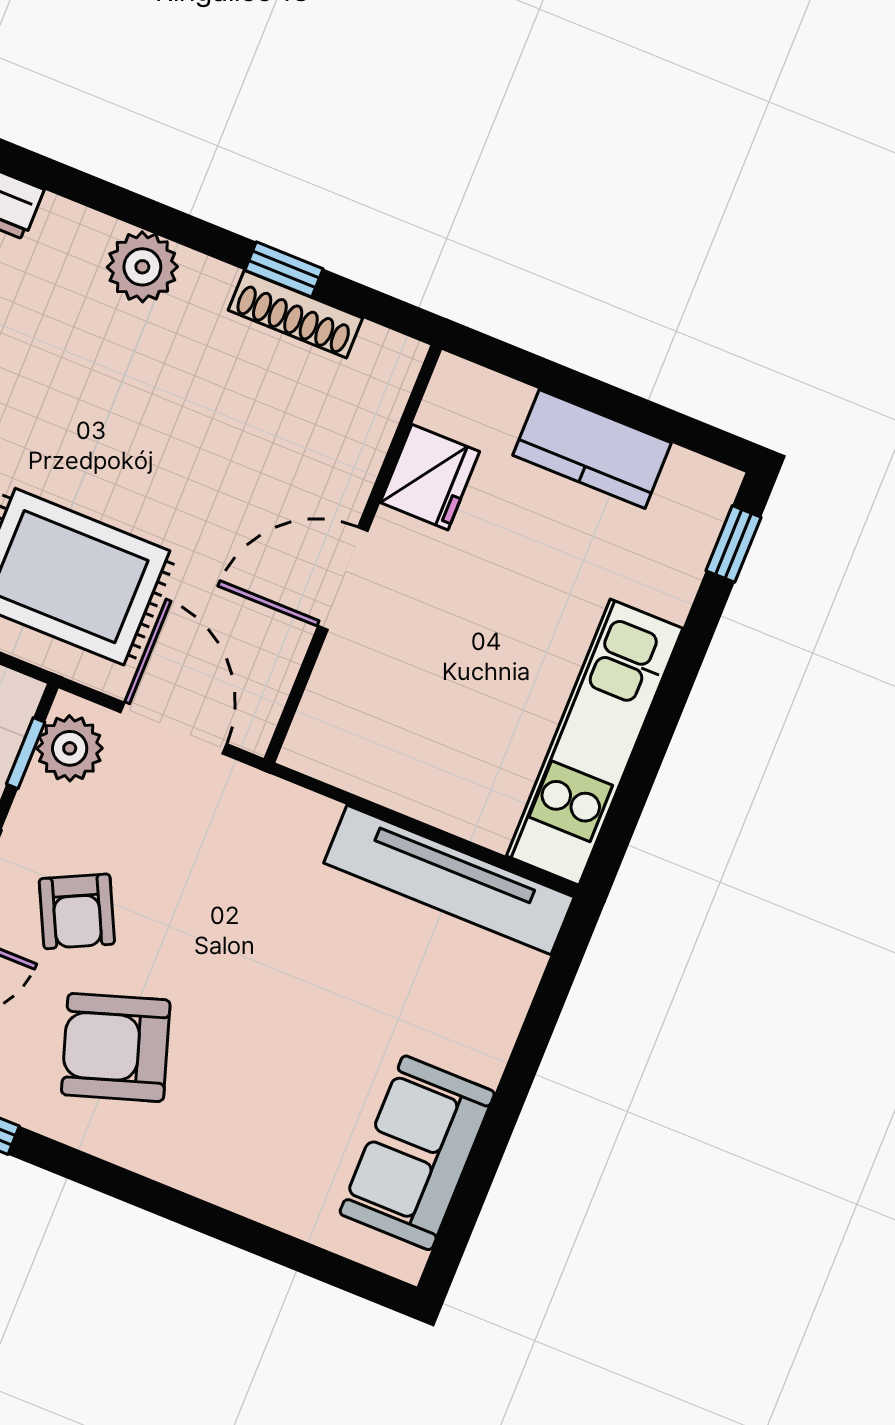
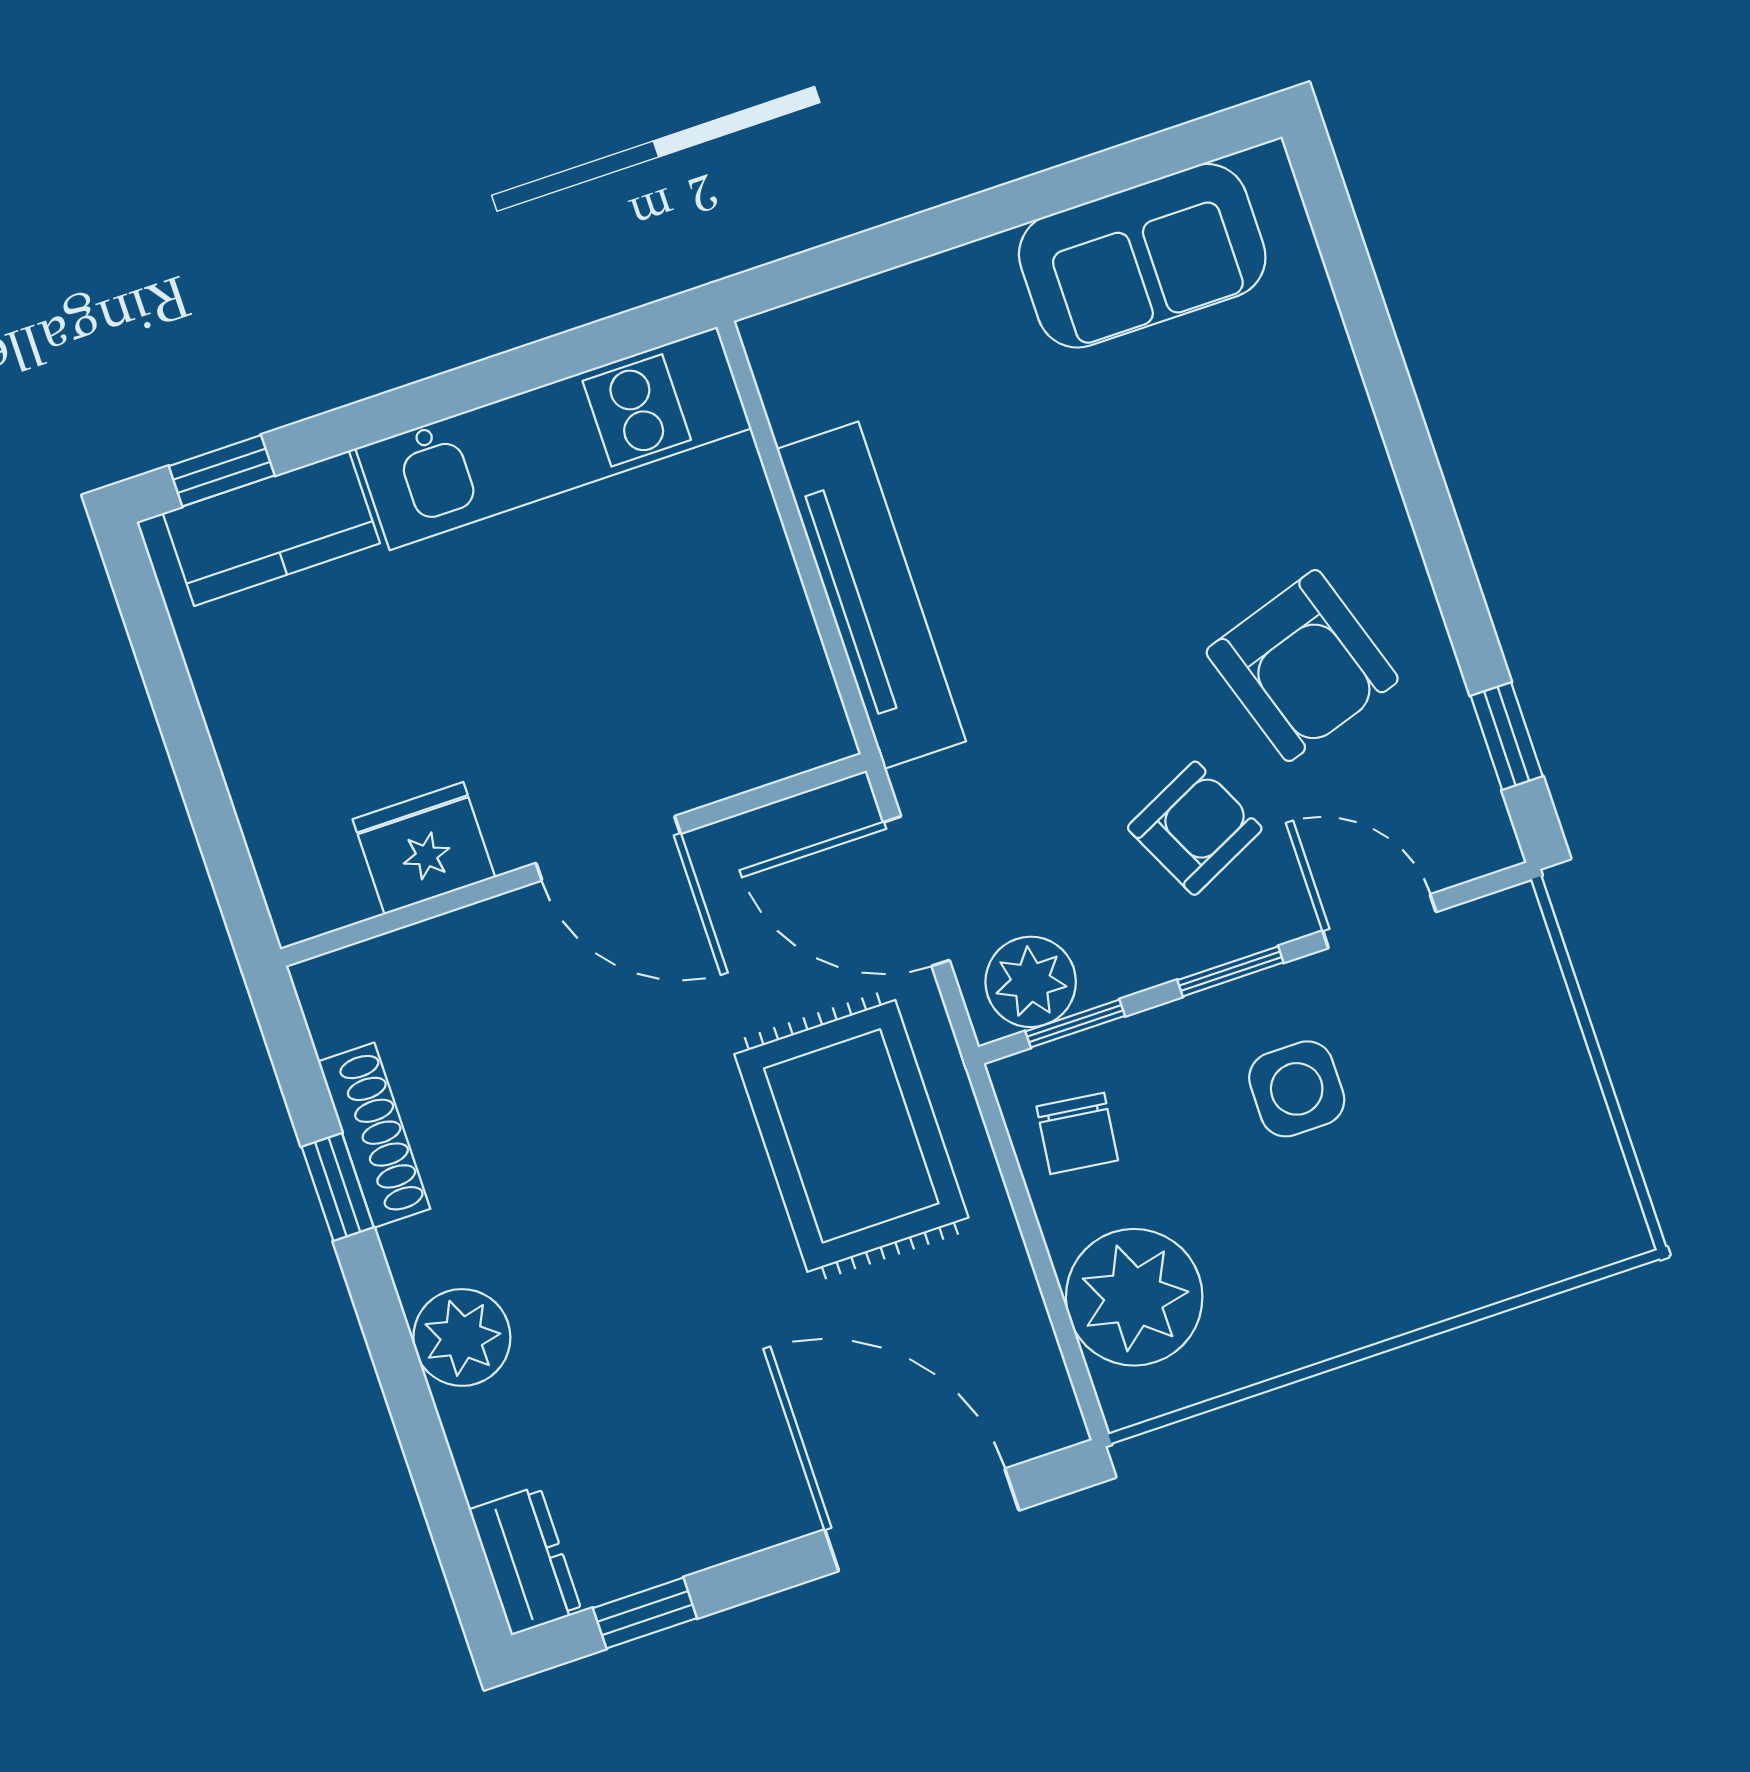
kitchen counter: (592, 449) -> (271, 528), moved, turned 90
door: (174, 728) -> (916, 891), hinge flipped
tv unit: (449, 880) -> (871, 595), moved

